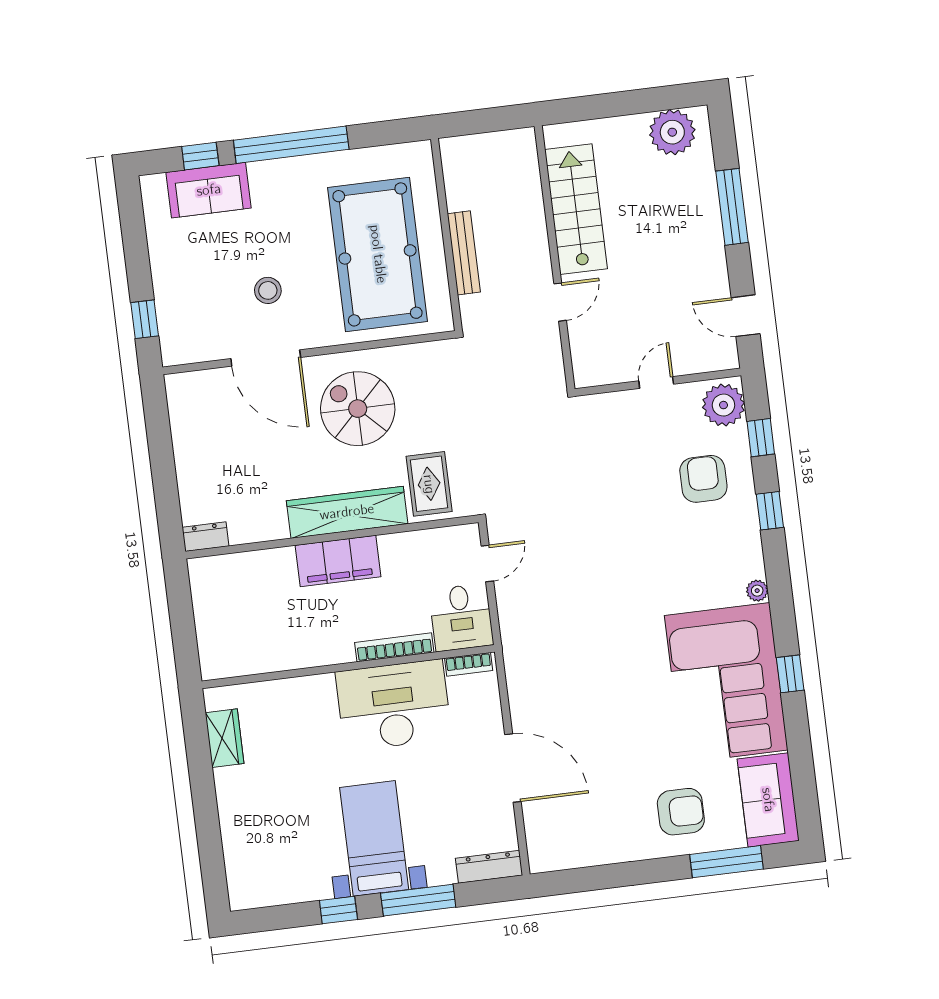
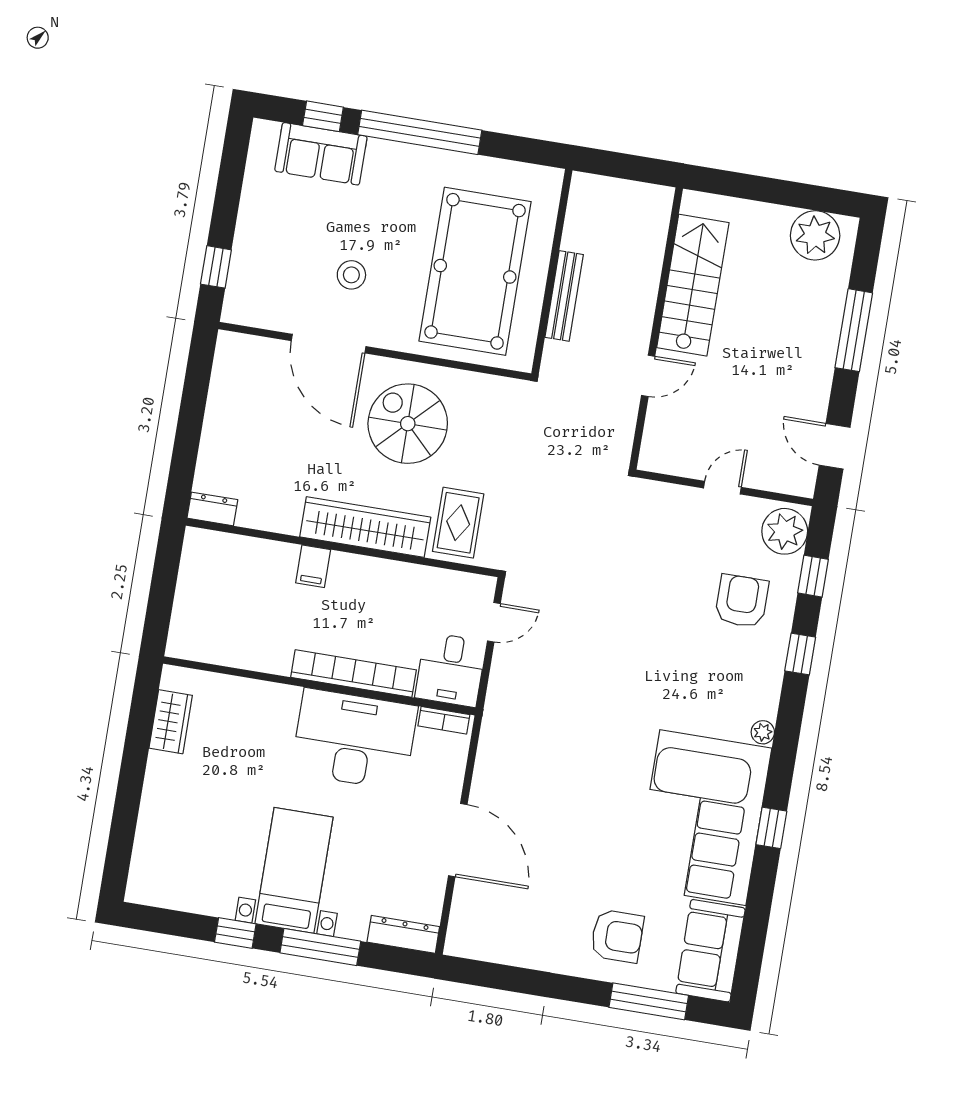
filing cabinet: (338, 561) -> (313, 566), width x0.33, depth x0.86
bookcase: (394, 647) -> (354, 674), width x1.48, depth x1.31

